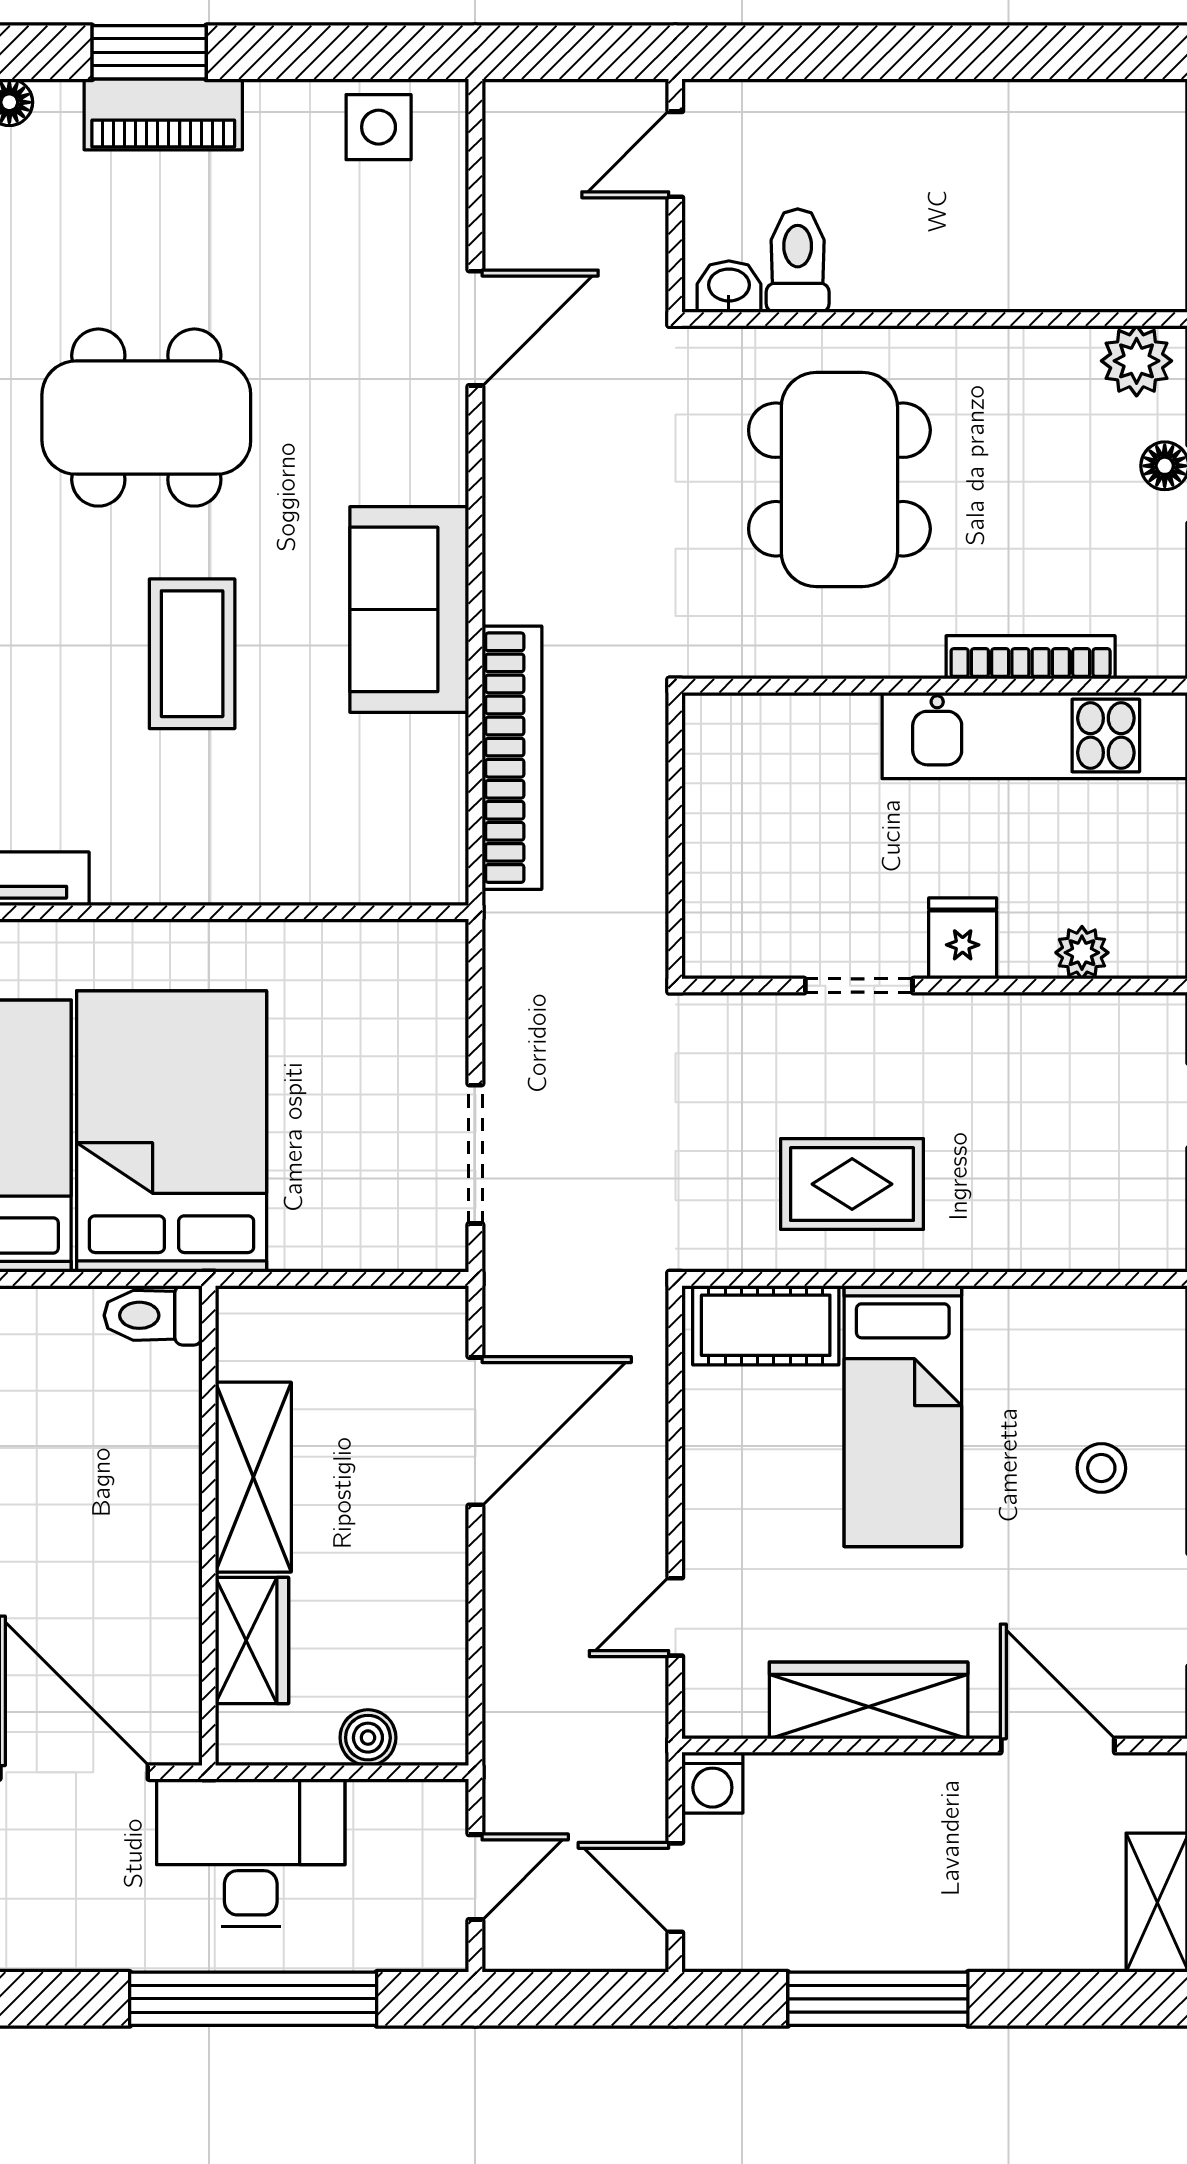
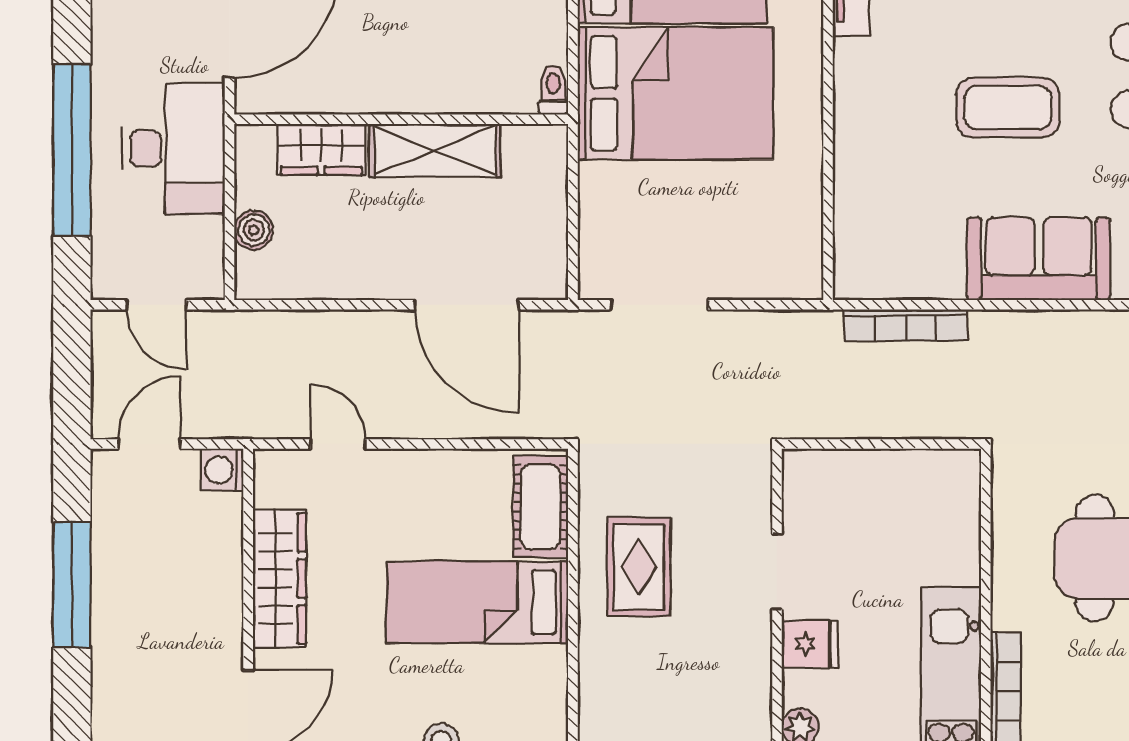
bookcase: (512, 758) -> (906, 325), width x0.68, depth x0.76
toilet: (153, 1315) -> (553, 90), width x0.73, depth x0.72

